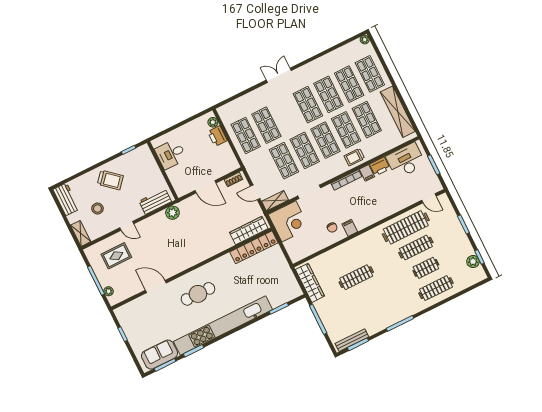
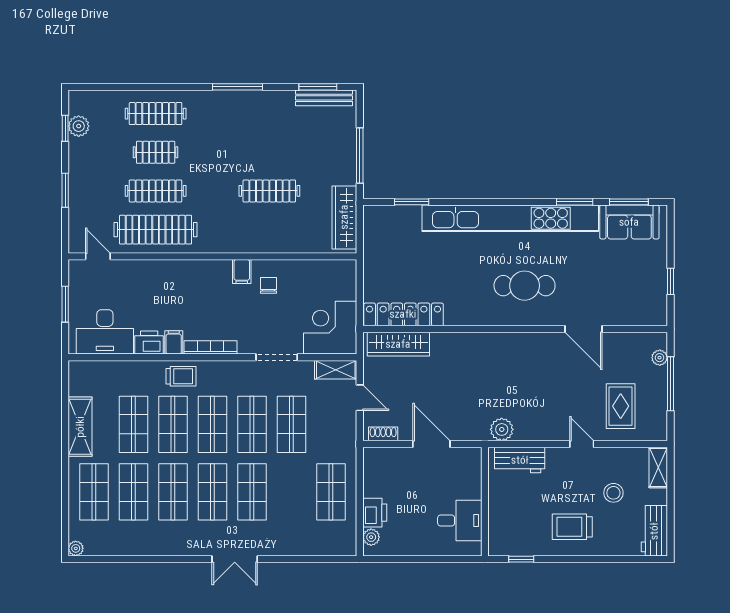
shelving: (398, 112) -> (80, 427), width x0.68
shop shelf: (266, 125) -> (252, 492), moved
trolley: (110, 180) -> (572, 527), turned -41
rug: (116, 256) -> (621, 406), turned 90

